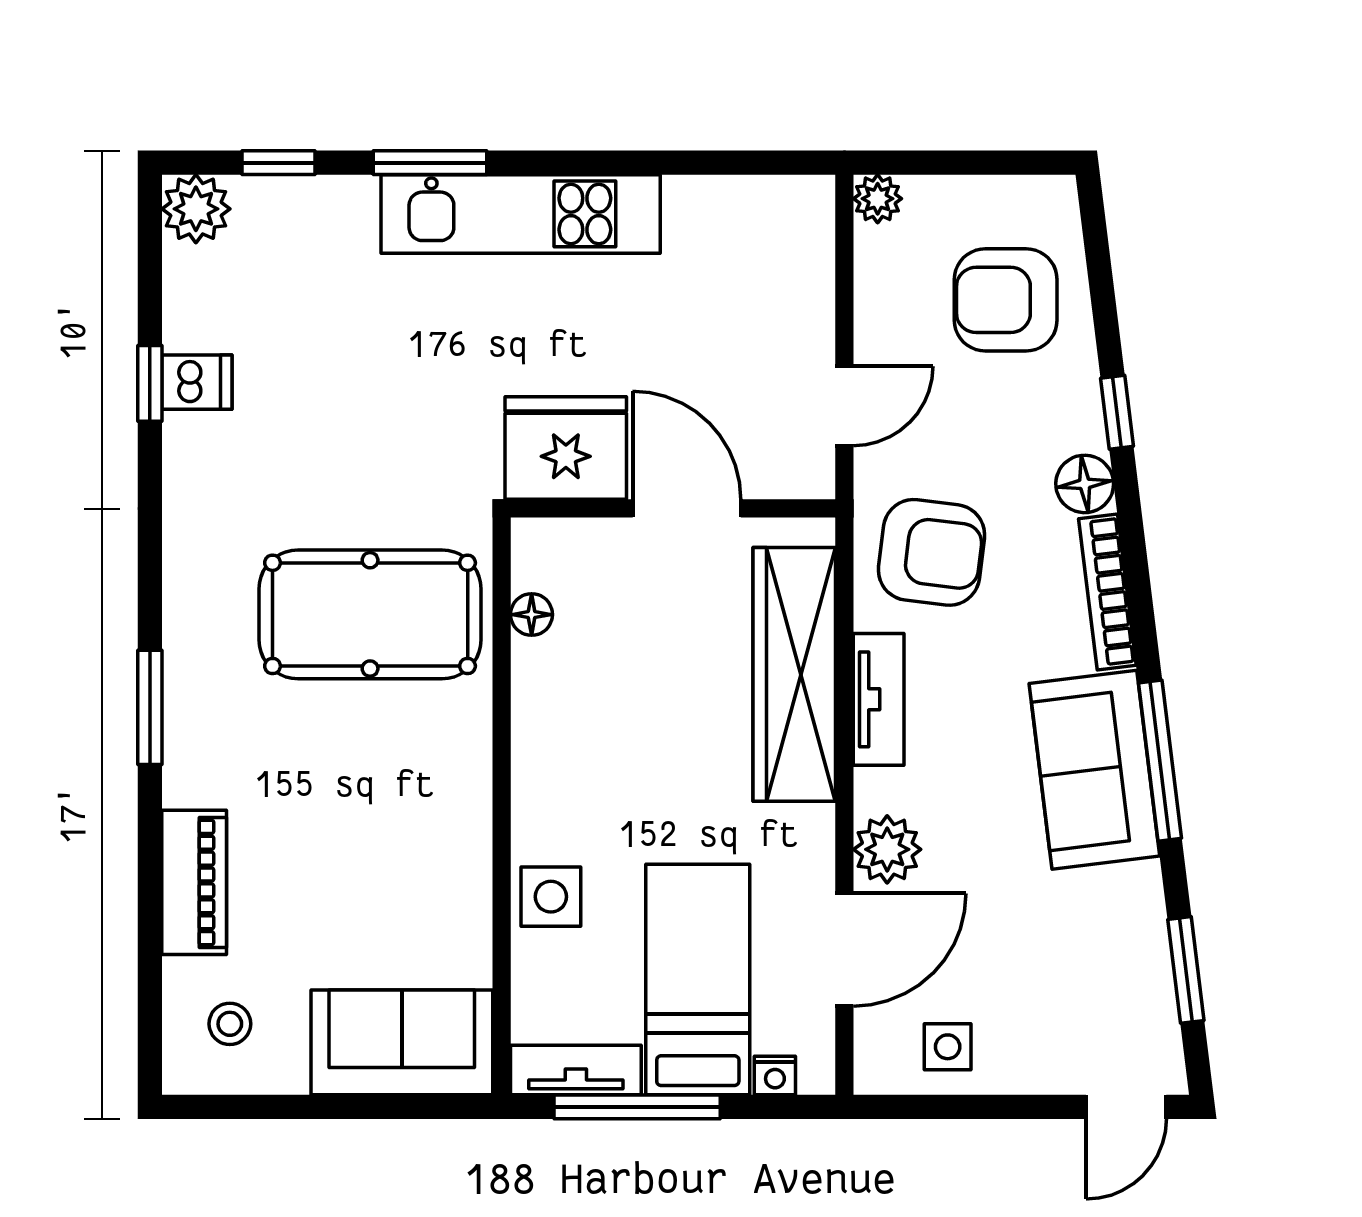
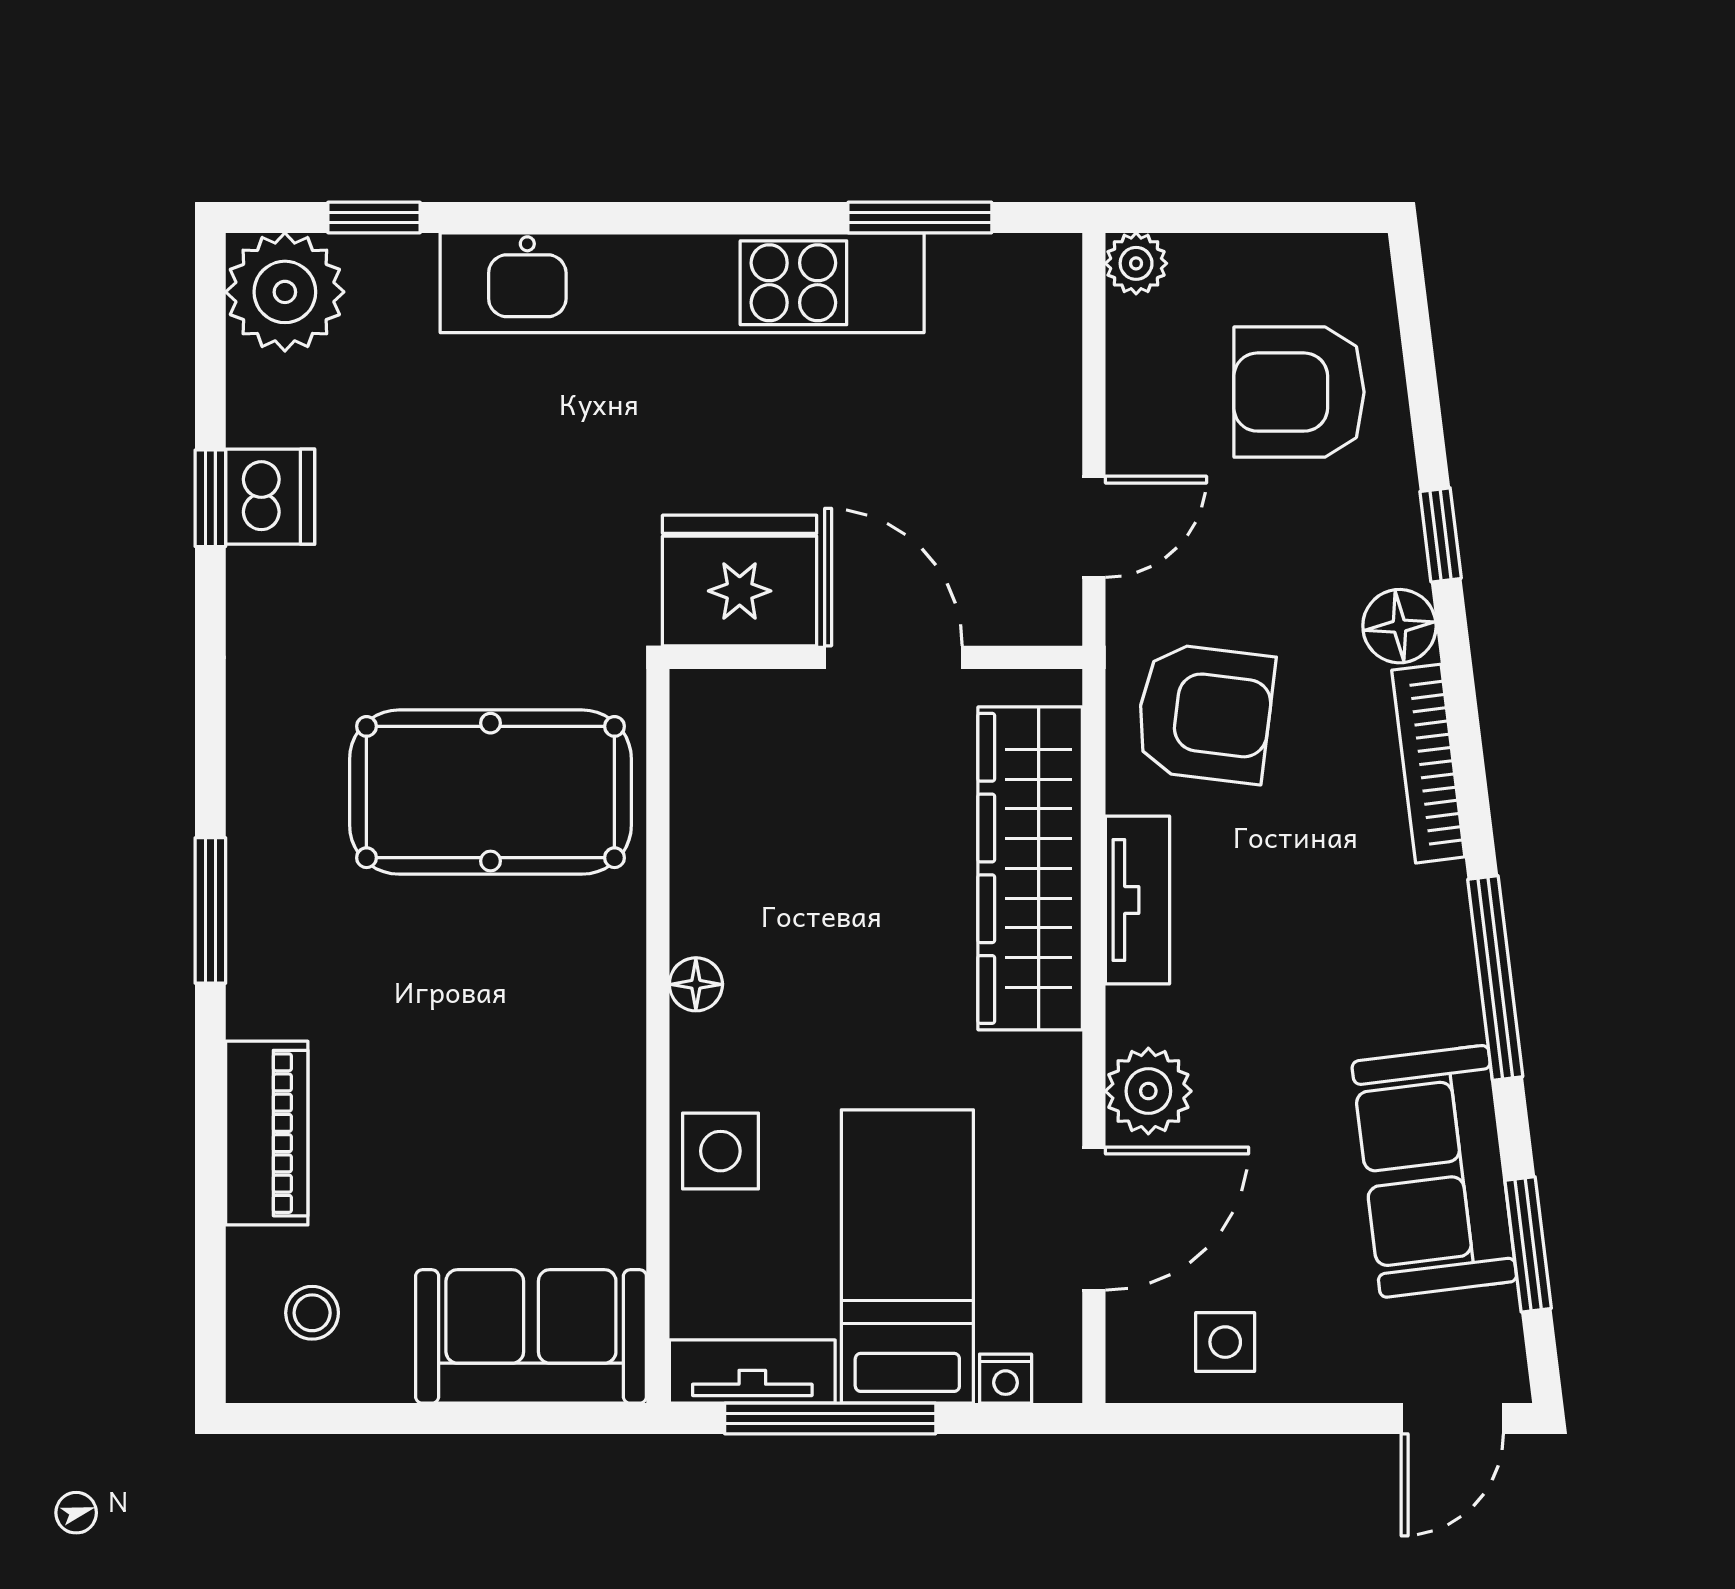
window: (430, 163) -> (920, 217), moved
plant: (196, 209) -> (285, 292), width x1.36, depth x1.36
kitchen unit: (521, 214) -> (682, 283), width x1.36
dishwasher: (197, 382) -> (270, 497), width x1.38
floor lamp: (532, 615) -> (696, 984), moved
sofa: (1094, 770) -> (1434, 1171), moved

